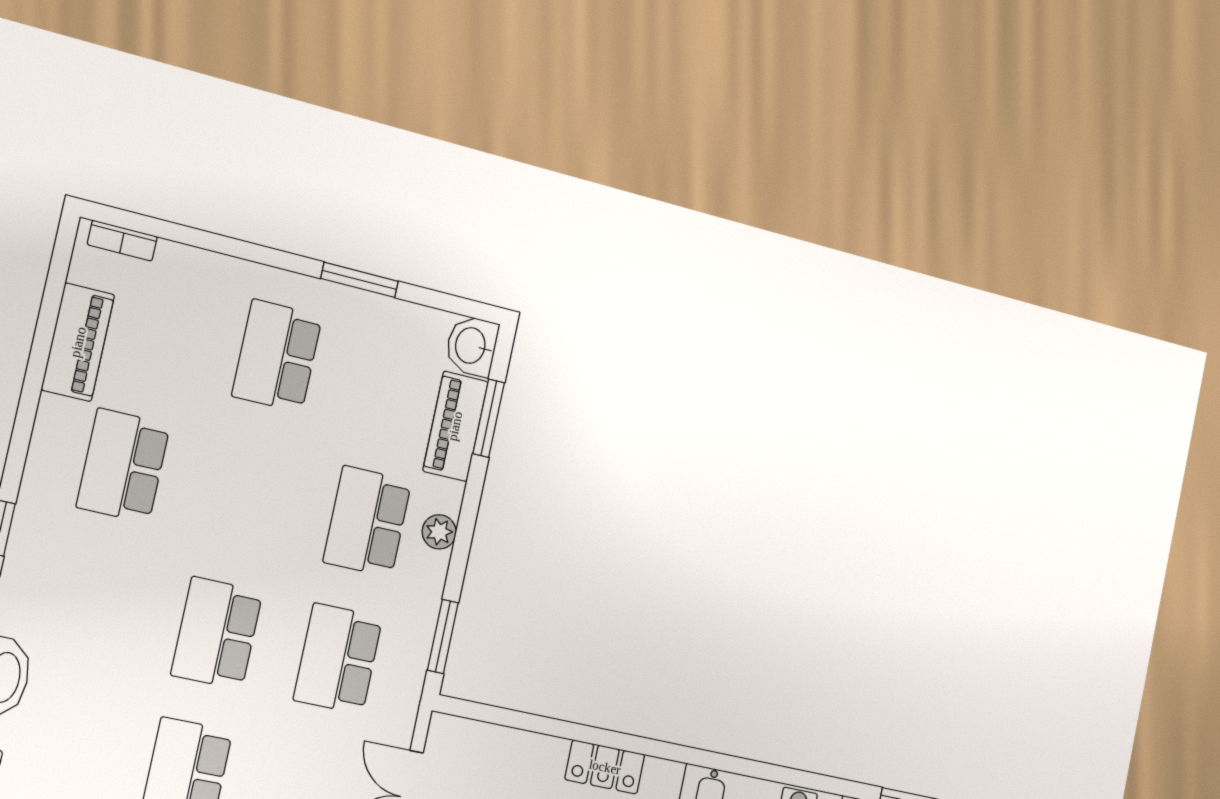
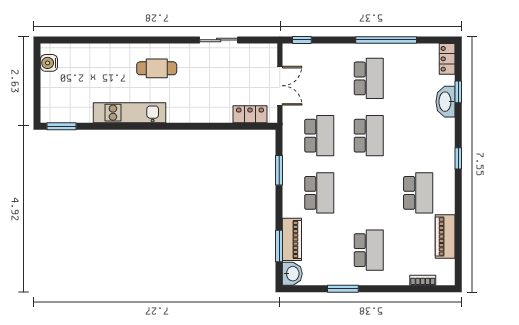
bookcase: (122, 241) -> (423, 280), moved
plant: (439, 532) -> (289, 195), removed
window: (443, 637) -> (279, 170), moved
locker: (605, 767) -> (250, 114), moved

